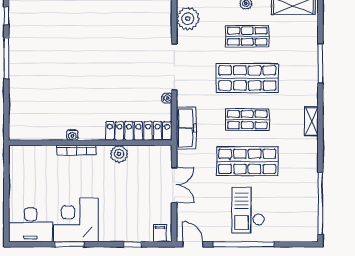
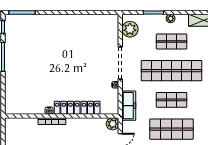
shop shelf: (247, 78) -> (172, 71), width x1.40
locker: (138, 131) -> (77, 108), moved
plant: (119, 154) -> (113, 124), moved

